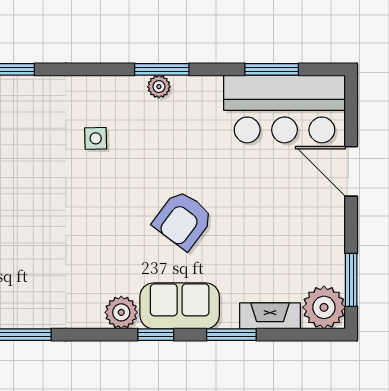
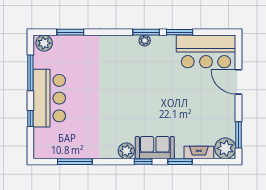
window: (272, 69) -> (180, 32), moved
side table: (96, 138) -> (114, 66), removed
armchair: (183, 220) -> (156, 106), removed

